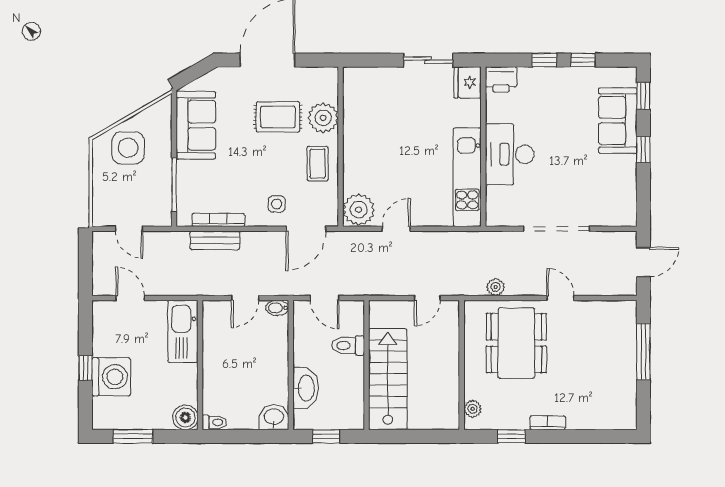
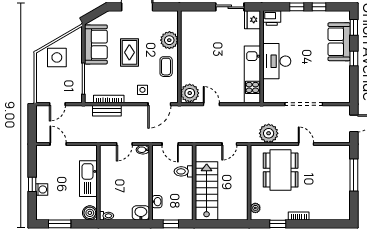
rug: (278, 117) -> (129, 52), moved, turned 90
door: (129, 229) -> (57, 104), hinge flipped
door: (396, 229) -> (211, 104), hinge flipped
plant: (495, 287) -> (269, 133), width x1.87, depth x1.87
kitchen sink: (183, 331) -> (88, 179), moved
washing machine: (111, 377) -> (42, 189), width x0.53, depth x0.53
washbasin: (306, 388) -> (157, 202), width x0.52, depth x0.69

